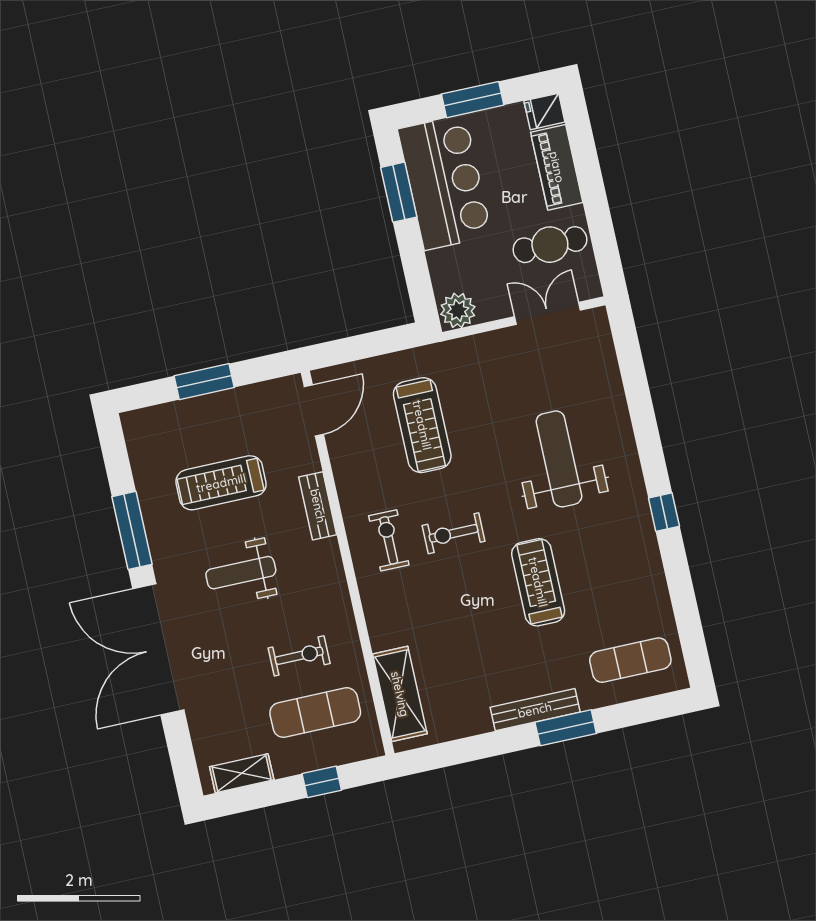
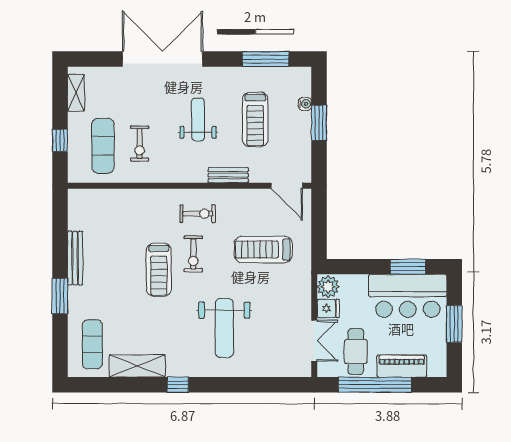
fridge: (544, 111) -> (328, 308), moved, turned 90
window: (595, 203) -> (375, 385), added
water cooler: (179, 410) -> (305, 104), added
weight bench: (559, 459) -> (224, 328), turned 90
treadmill: (221, 483) -> (255, 119), turned 180
window: (132, 530) -> (266, 59), moved
exercise bike: (453, 533) -> (193, 254), turned 180
treadmill: (538, 582) -> (159, 270), moved, turned 90
shelving: (400, 694) -> (137, 366), moved
bench: (535, 710) -> (75, 258), moved

